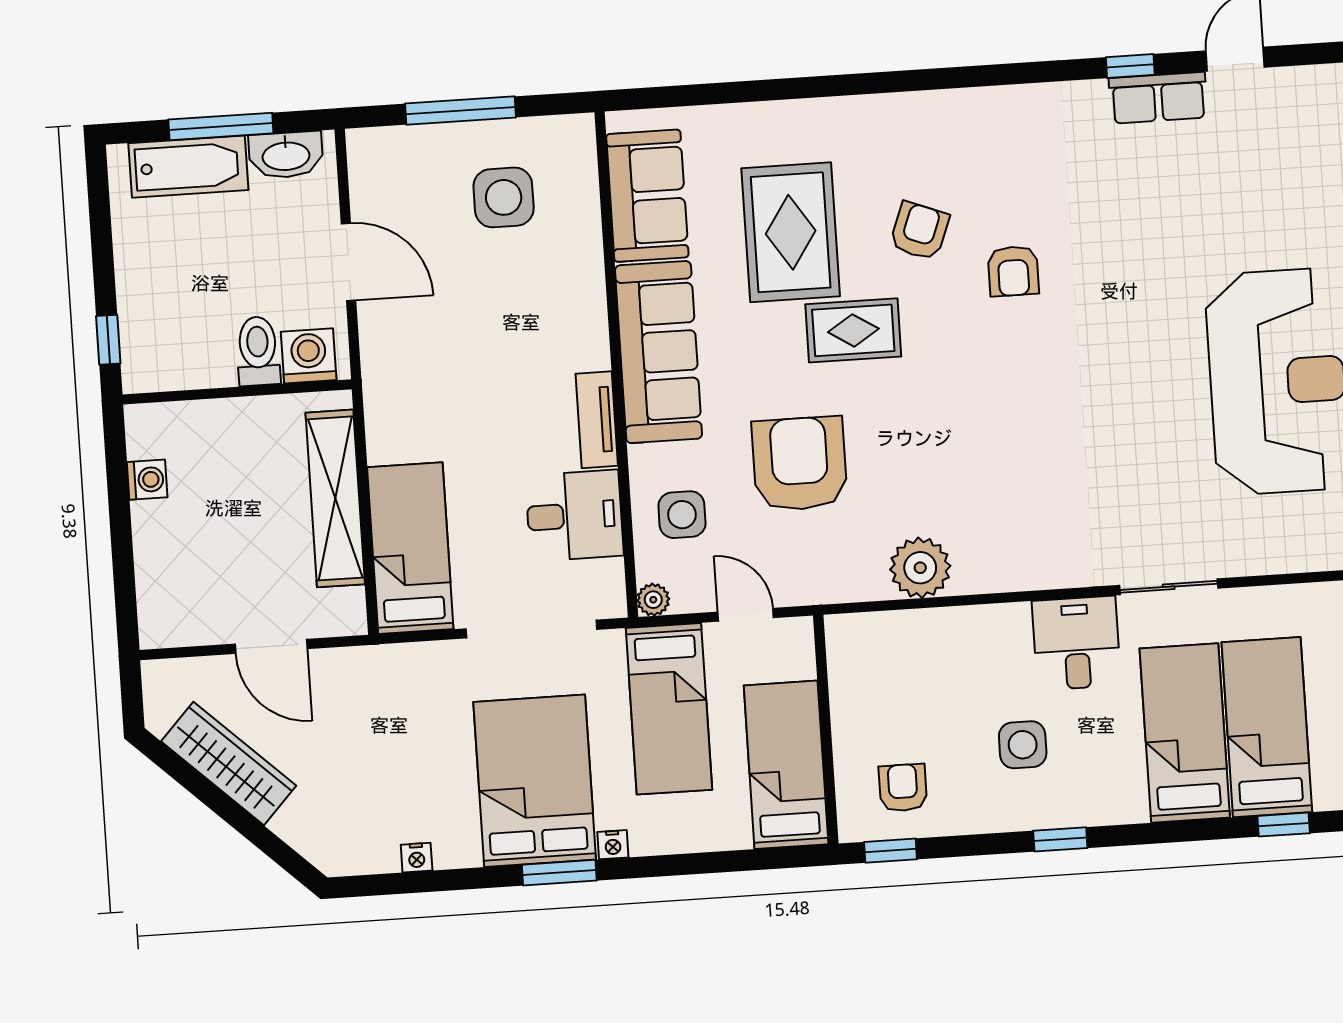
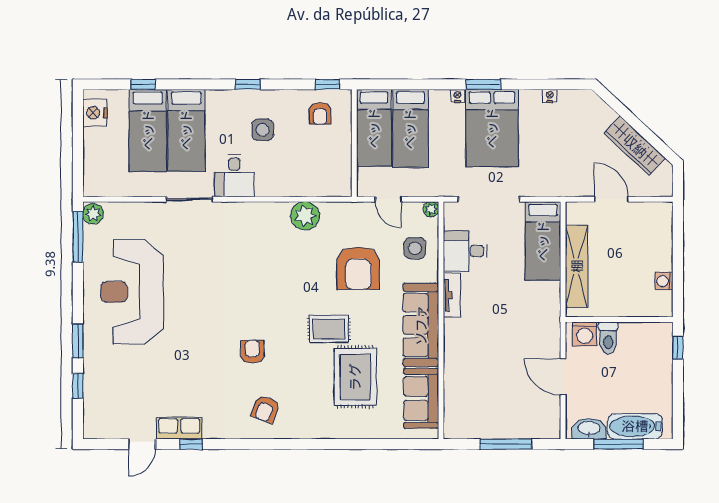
side table: (504, 197) -> (488, 402), removed
armchair: (919, 231) -> (265, 409), moved
bed: (669, 709) -> (410, 129), moved, turned 180

